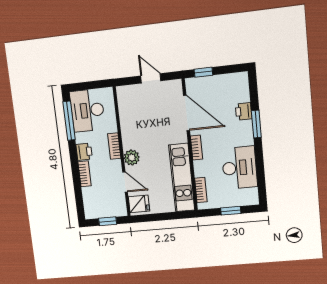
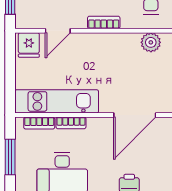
bookcase: (196, 148) -> (71, 123), moved
plant: (132, 158) -> (151, 42), moved
window: (231, 211) -> (10, 157), width x1.50

